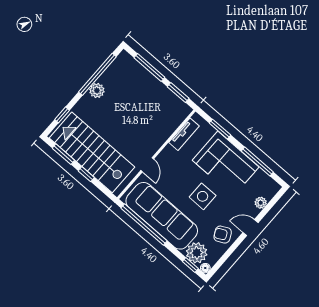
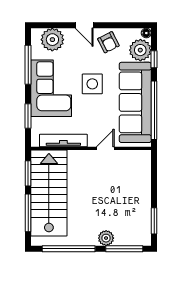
plant: (97, 90) -> (106, 238), moved
window: (62, 115) -> (124, 249), width x2.17
tv unit: (184, 134) -> (63, 141), width x1.41
stairs: (92, 152) -> (49, 193), moved, turned 180
window: (86, 174) -> (154, 190), removed
plant: (261, 203) -> (52, 40), width x1.87, depth x1.87
window: (190, 265) -> (154, 59), moved

